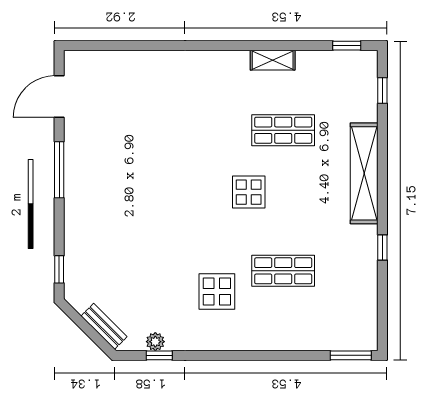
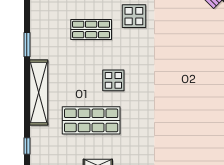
shop shelf: (283, 130) -> (91, 120), width x1.43, depth x1.36
window: (382, 247) -> (27, 45), width x1.50

